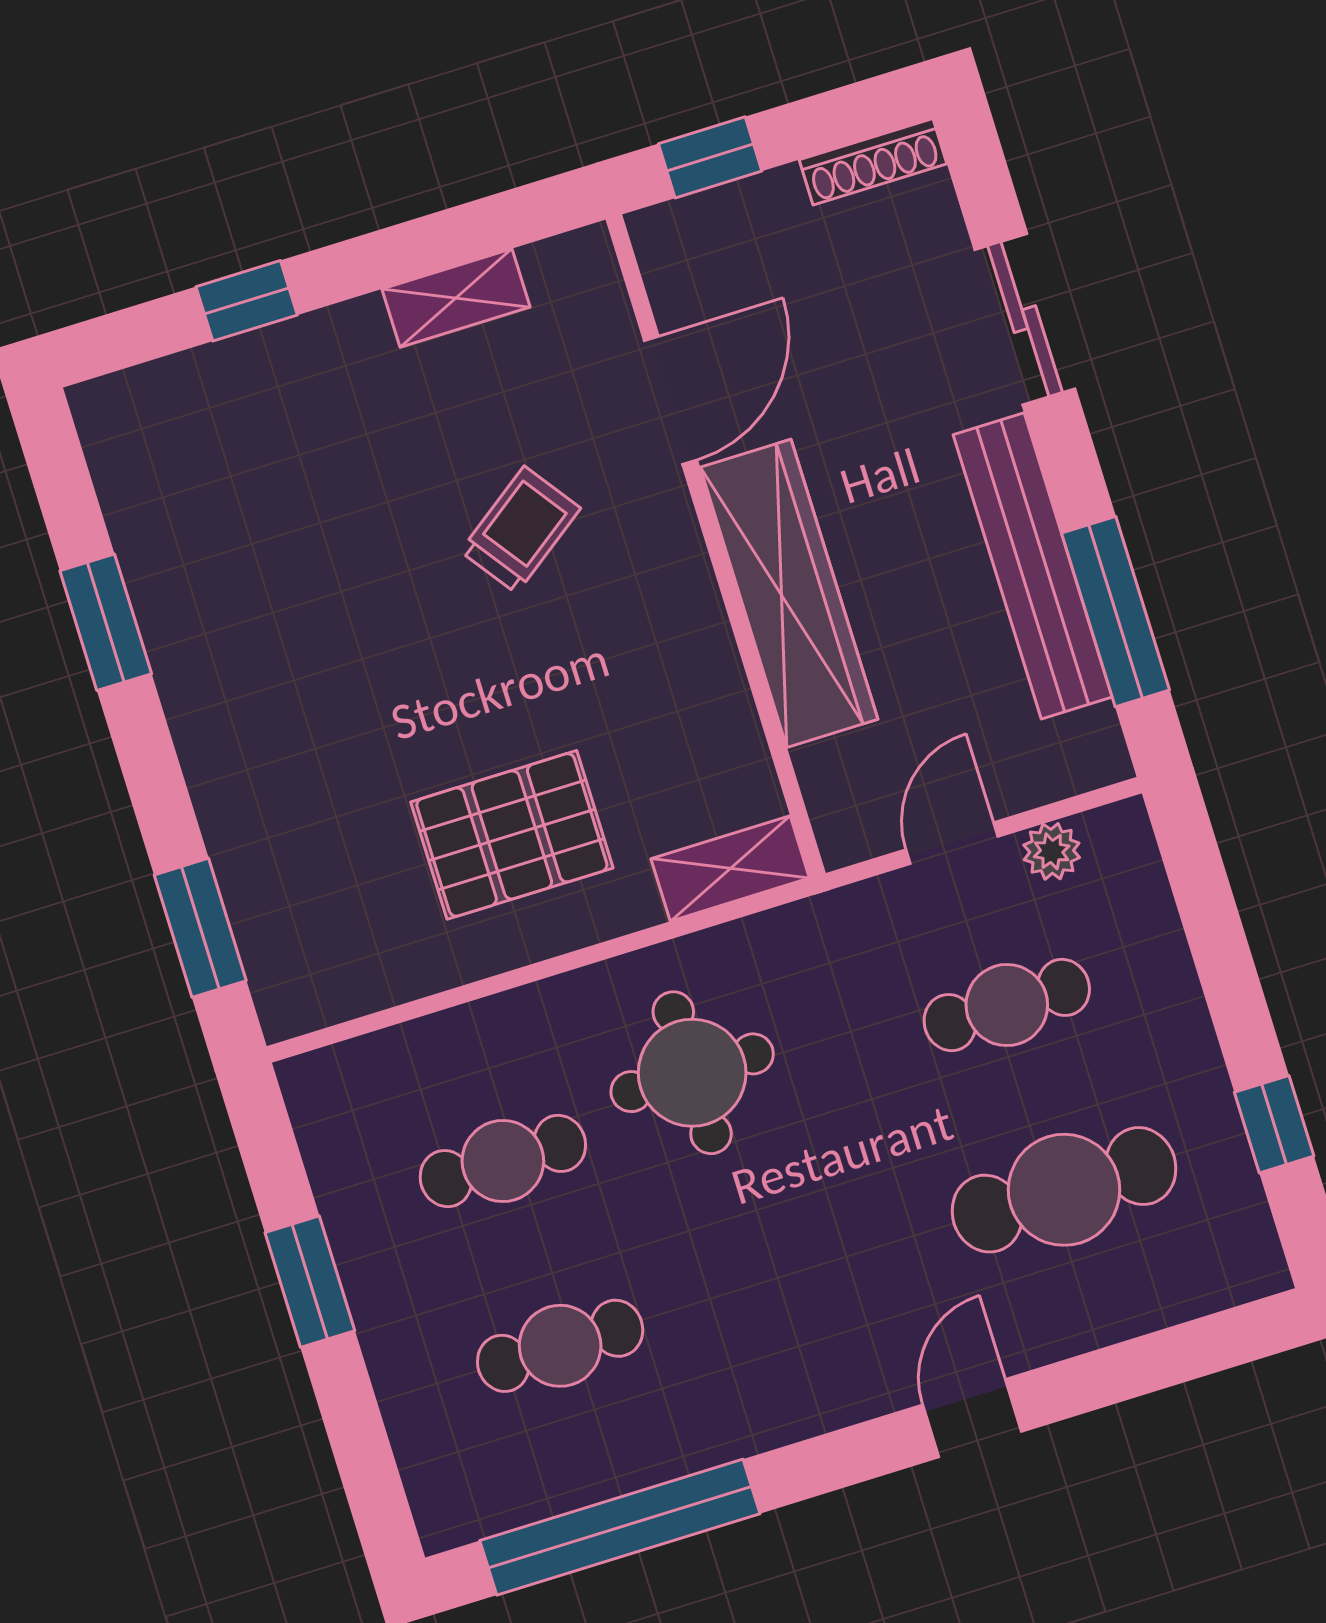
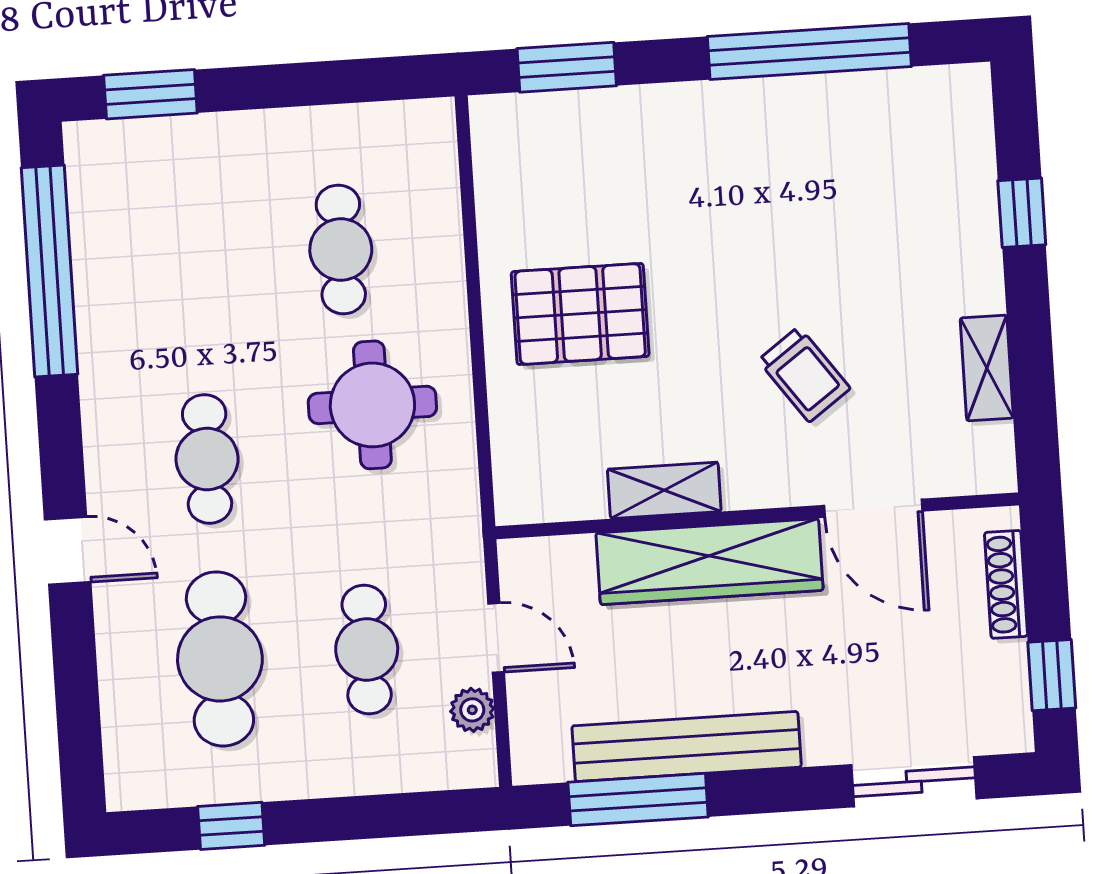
window: (710, 157) -> (1052, 675), moved
shoe rack: (873, 162) -> (1006, 584), moved
sliding door: (1025, 319) -> (914, 782), moved
window: (106, 622) -> (809, 52), width x2.11
pallet: (512, 835) -> (580, 314), turned 90
shelving: (730, 868) -> (664, 490), moved, turned 90
window: (310, 1282) -> (150, 94), moved
cafe table: (560, 1346) -> (207, 459), moved

